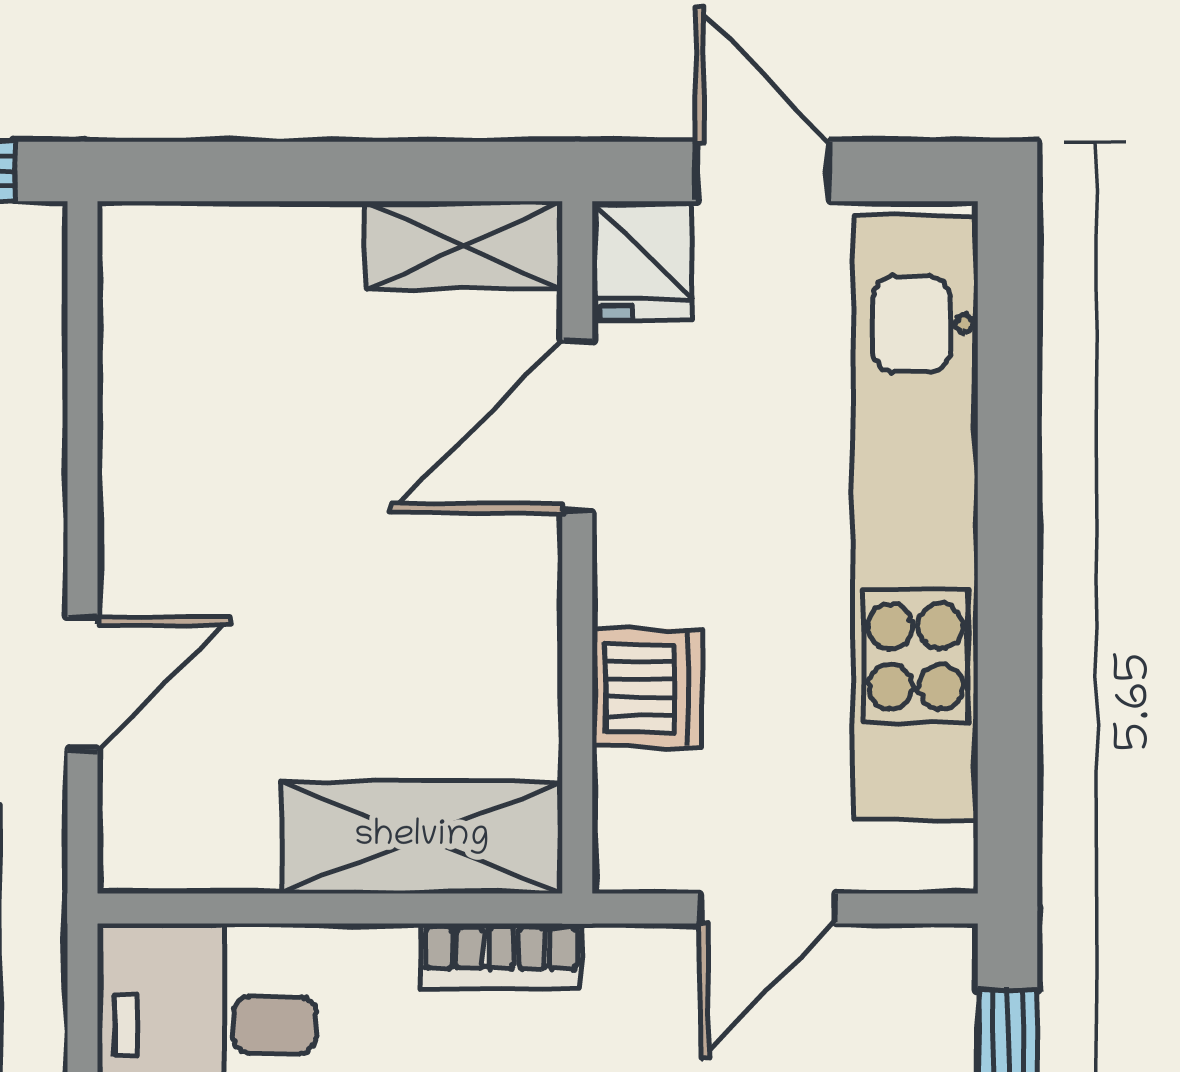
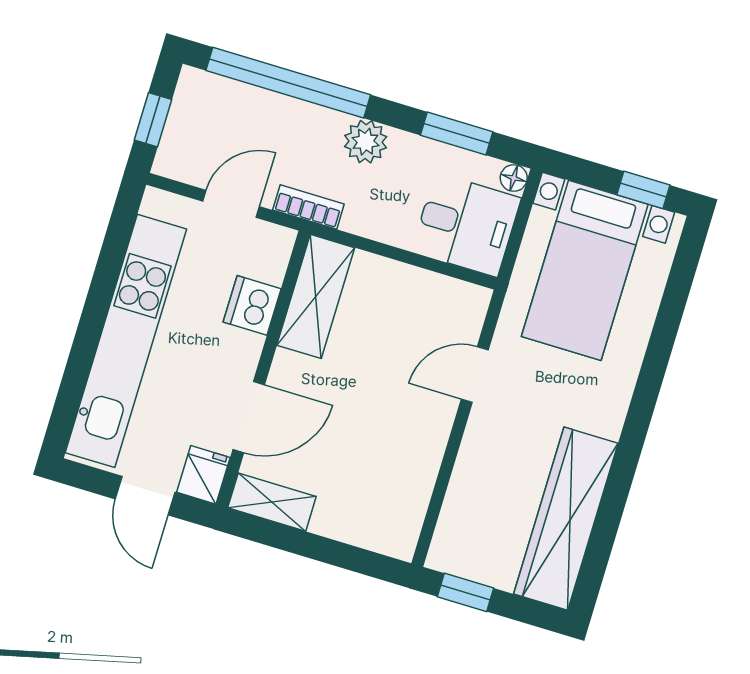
shelving: (422, 837) -> (316, 296), moved, turned 90
bookcase: (501, 956) -> (308, 207), moved

